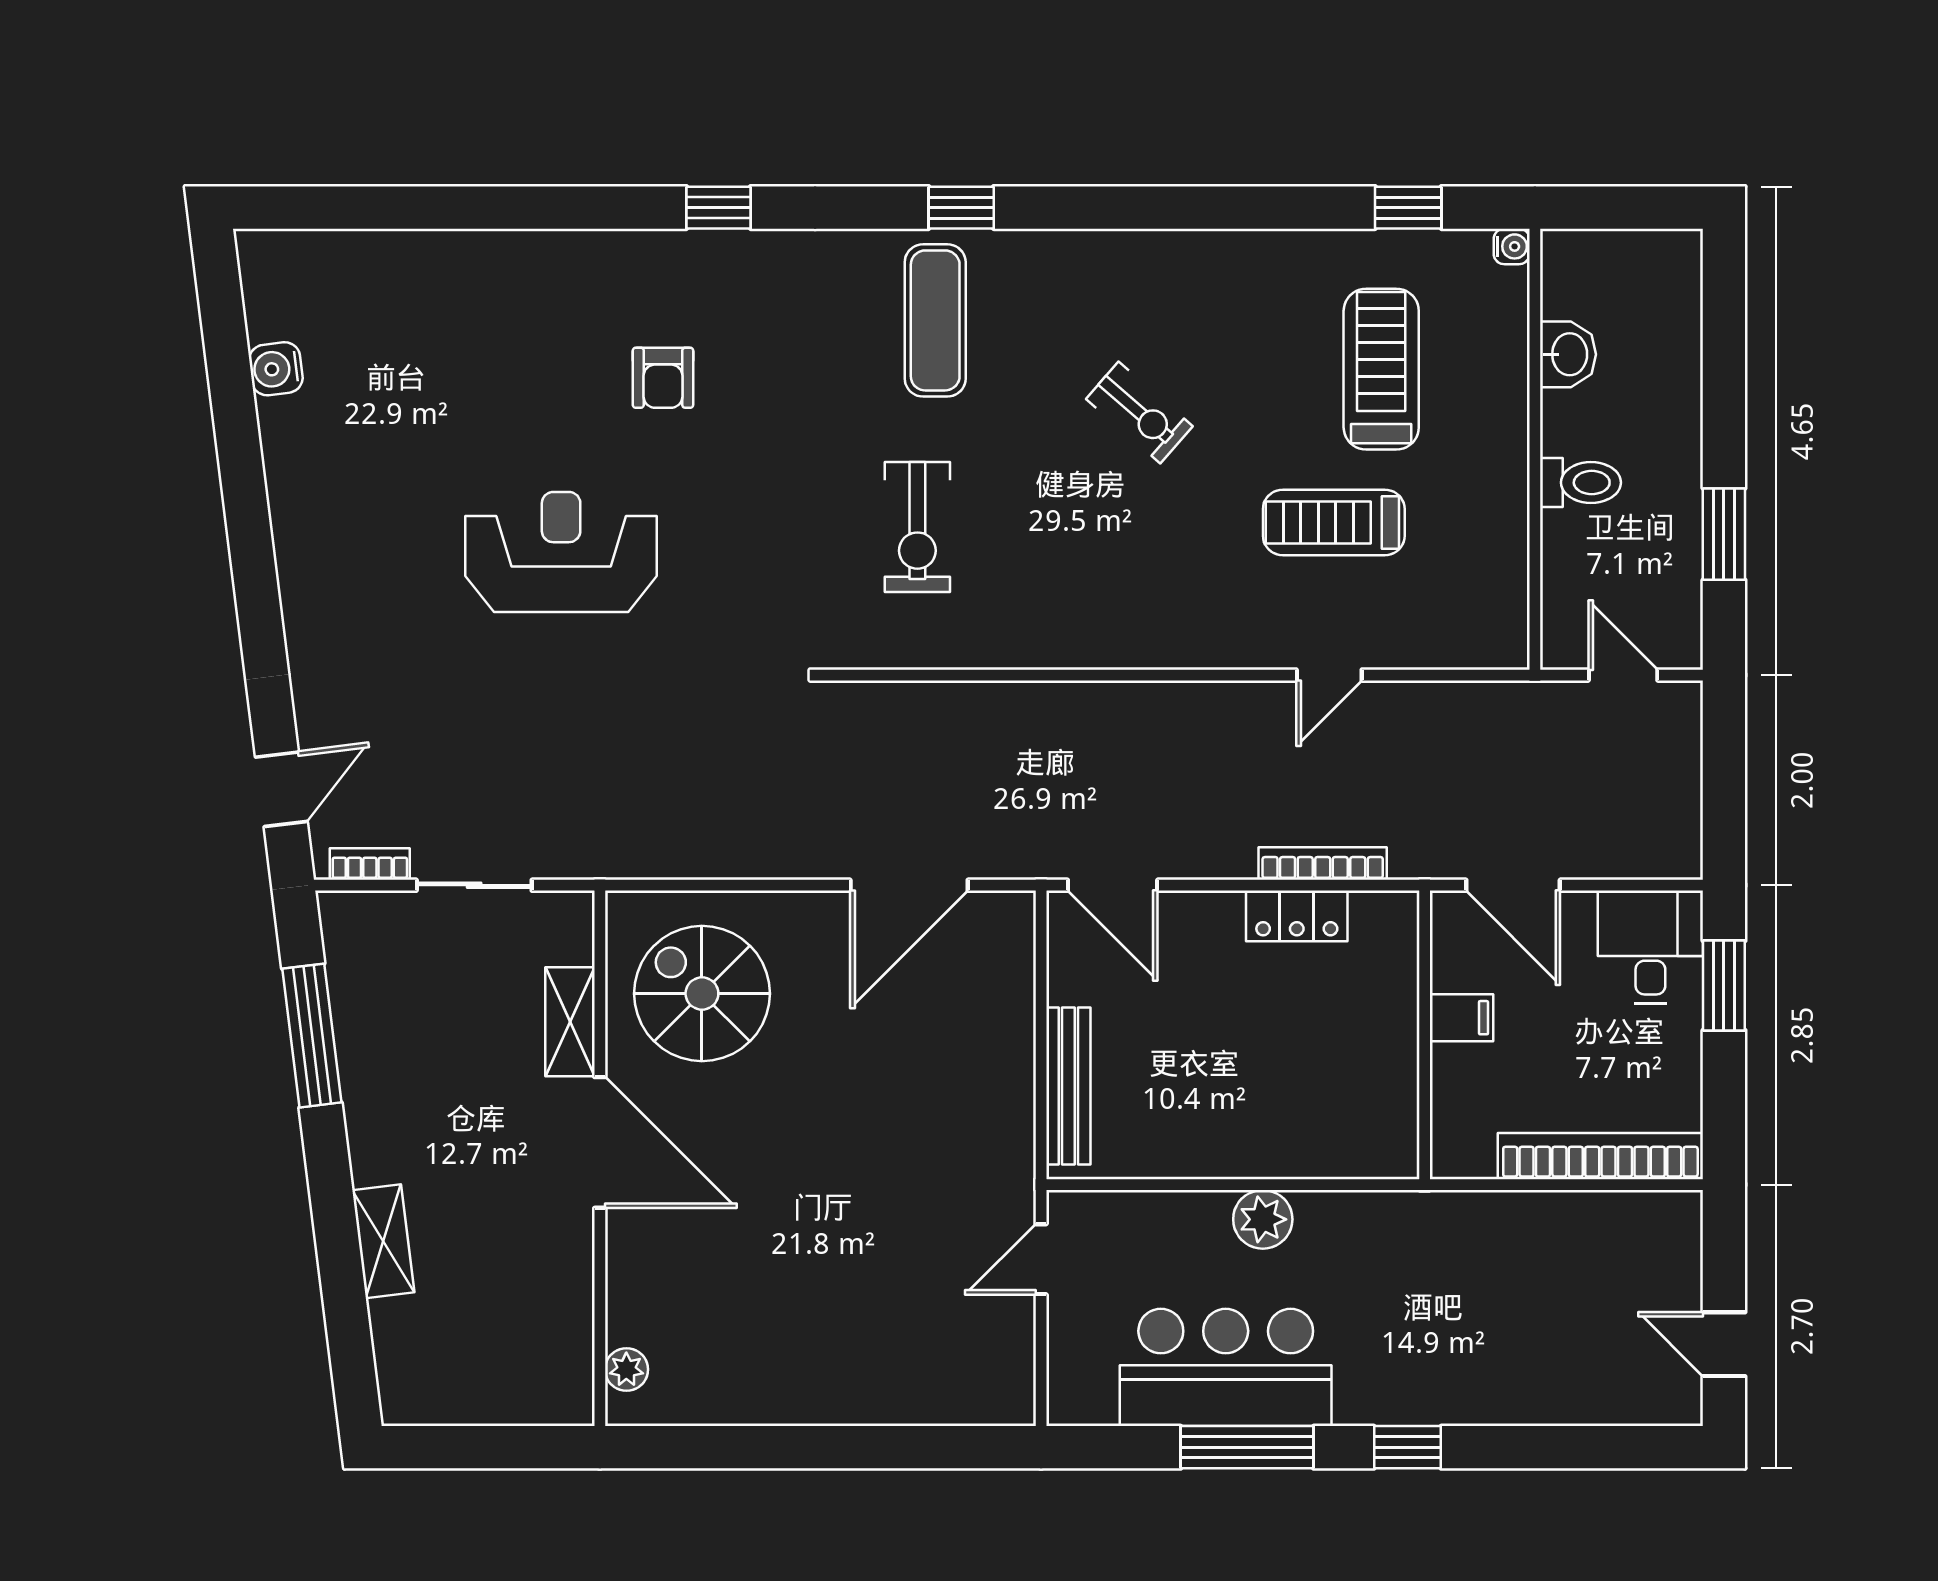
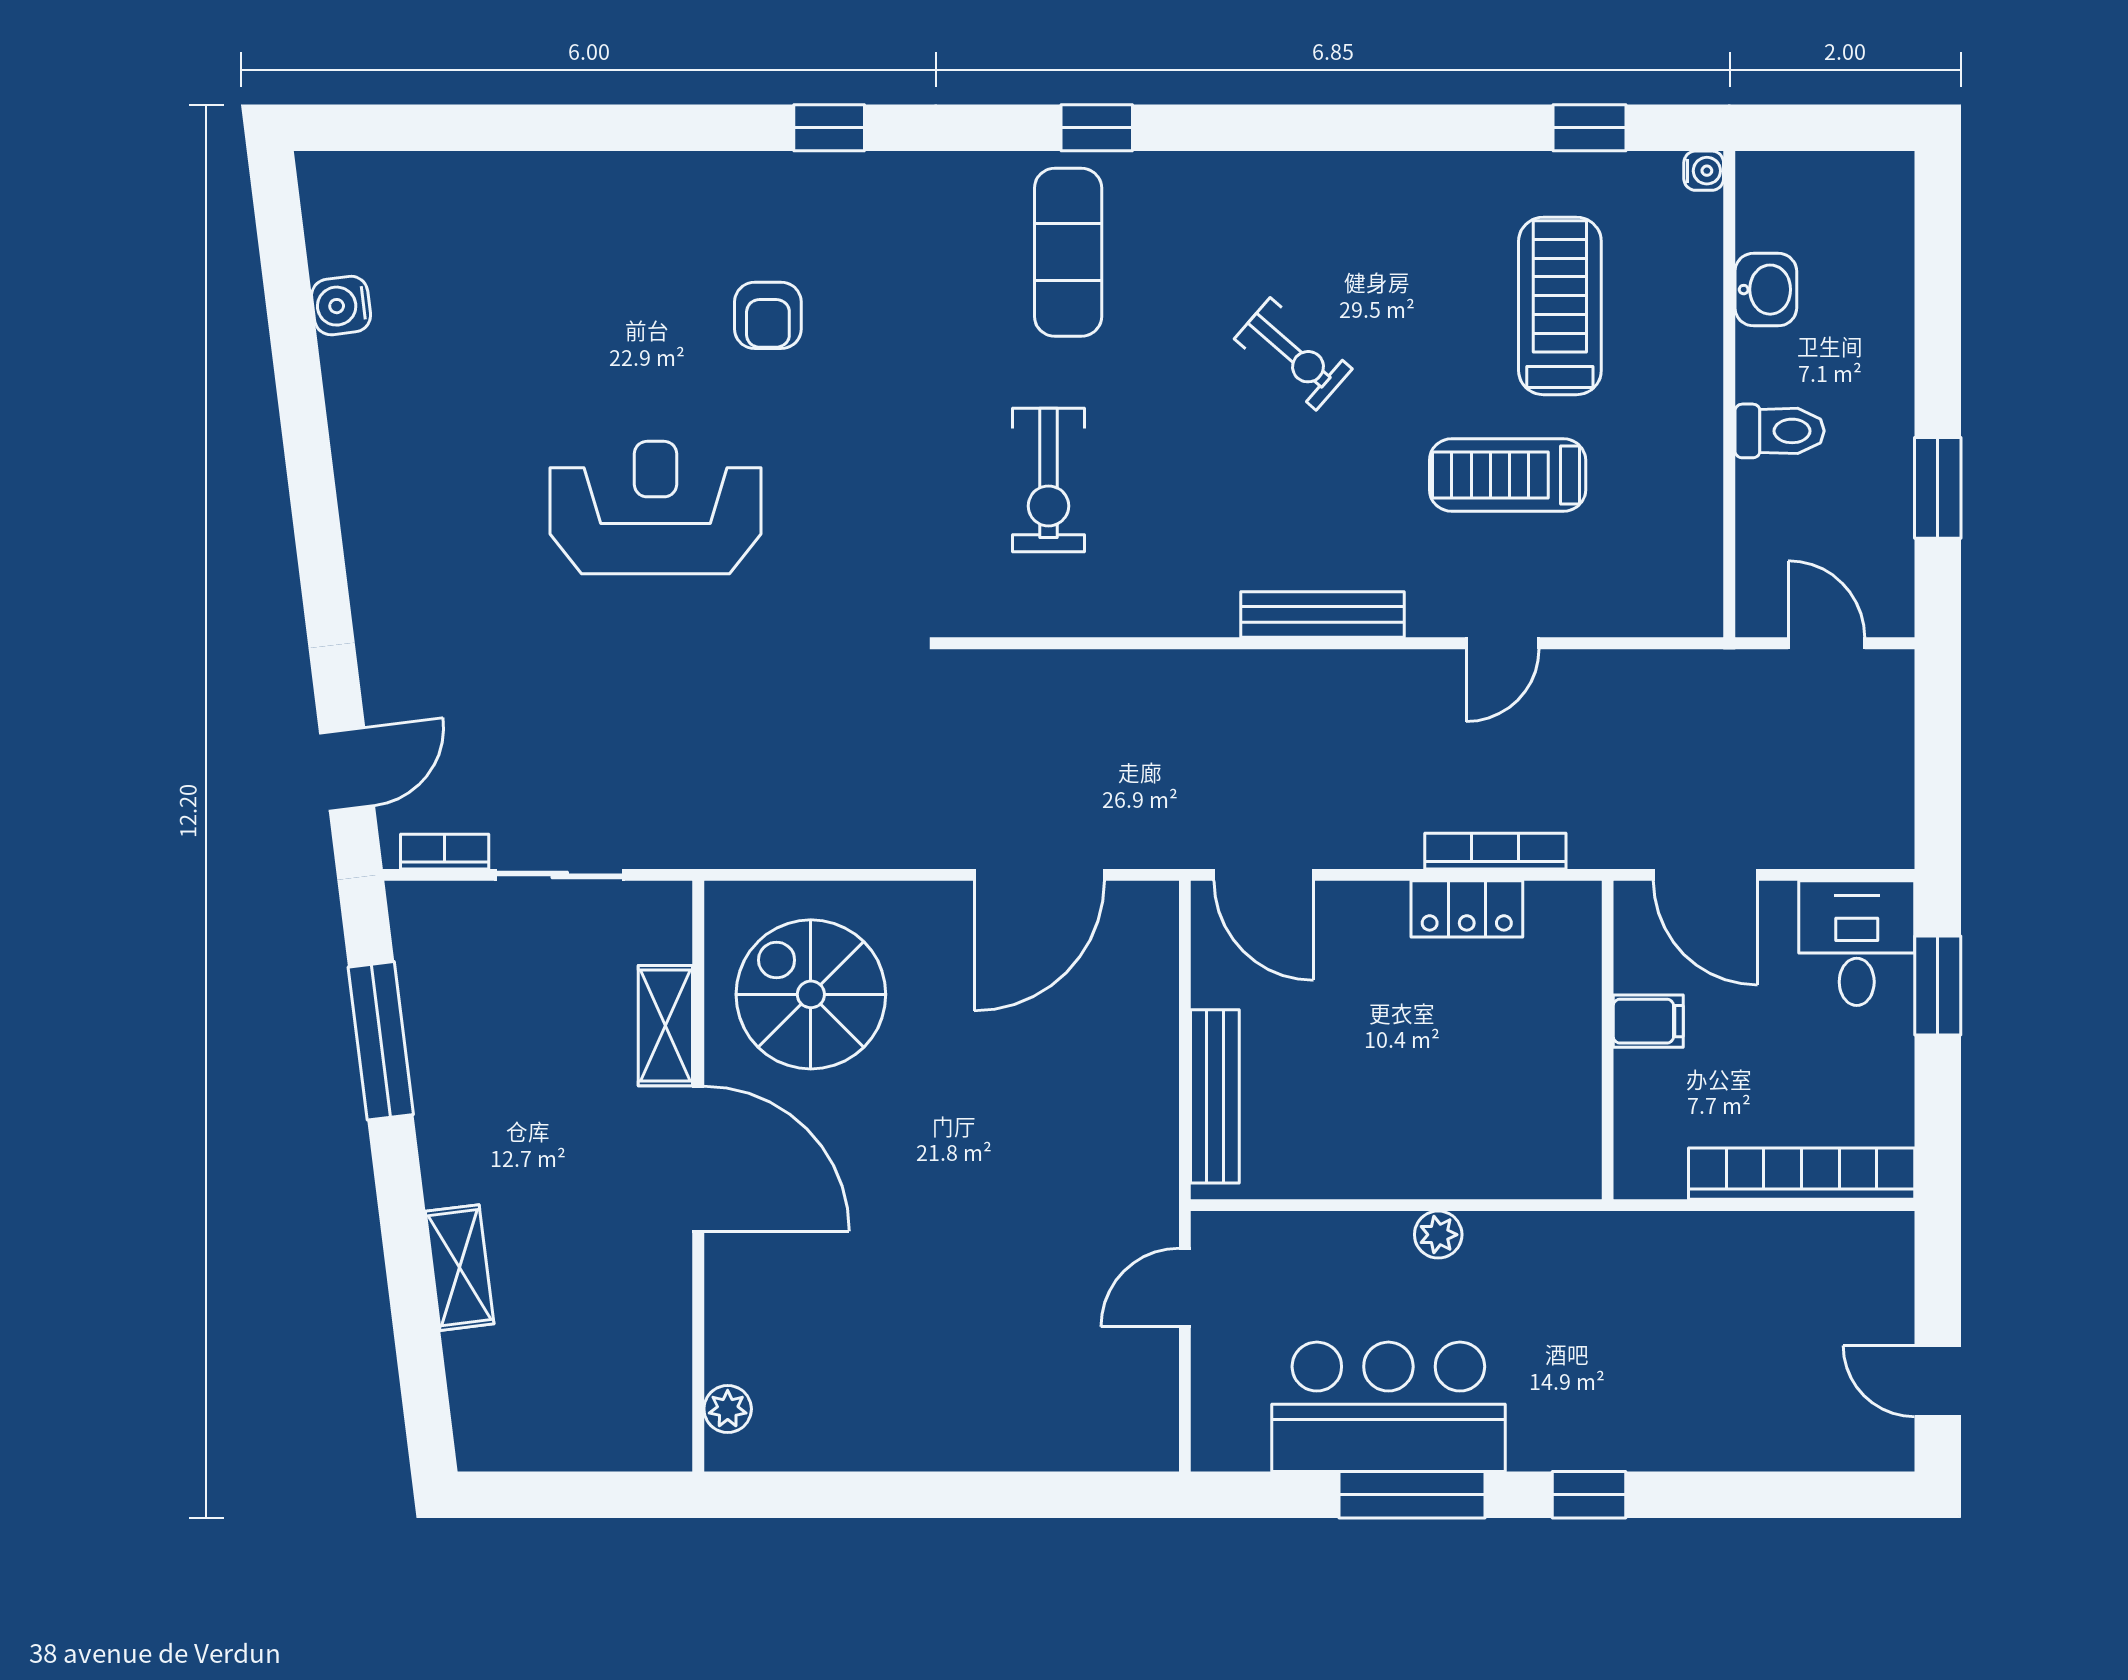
bench: (1166, 649) -> (1323, 615), added
plant: (1263, 1219) -> (1438, 1235), width x0.73, depth x0.73

